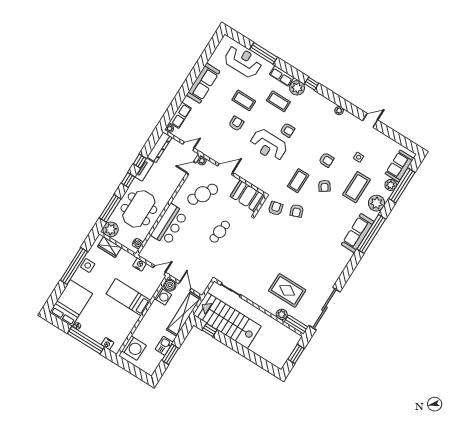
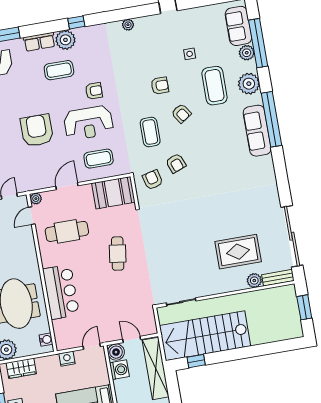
coffee table: (244, 100) -> (99, 159), moved
armchair: (236, 124) -> (37, 130), width x1.88, depth x1.88
cafe table: (203, 194) -> (67, 231), turned 59

